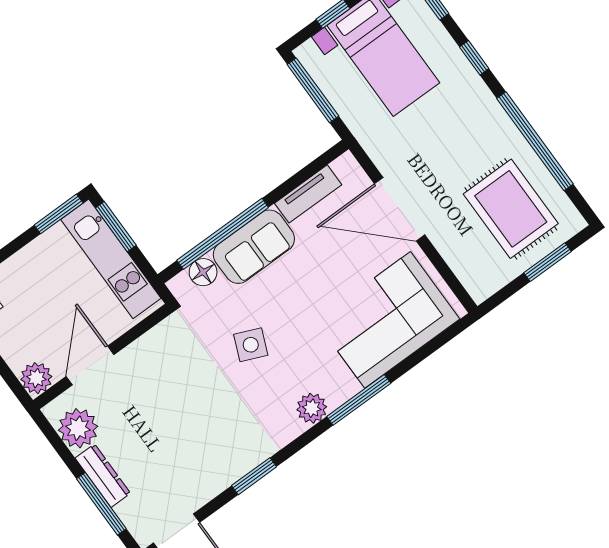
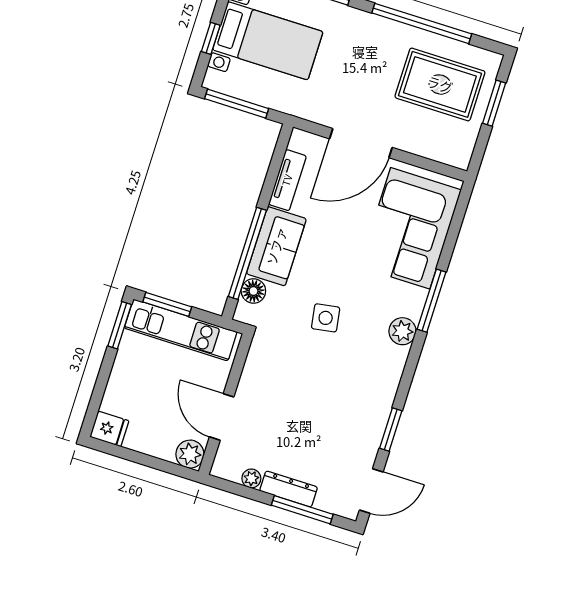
side table: (251, 345) -> (326, 318), turned -32
plant: (78, 428) -> (251, 478), width x0.53, depth x0.53
window: (254, 476) -> (391, 429), moved

